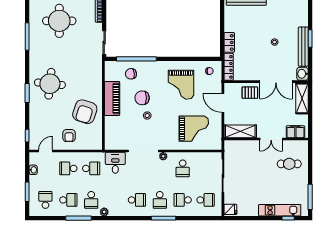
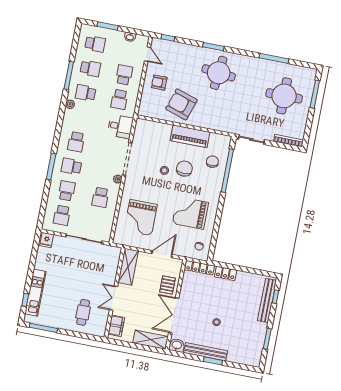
school desk: (183, 168) -> (100, 197), turned -90
school desk: (68, 200) -> (90, 68), turned -90

